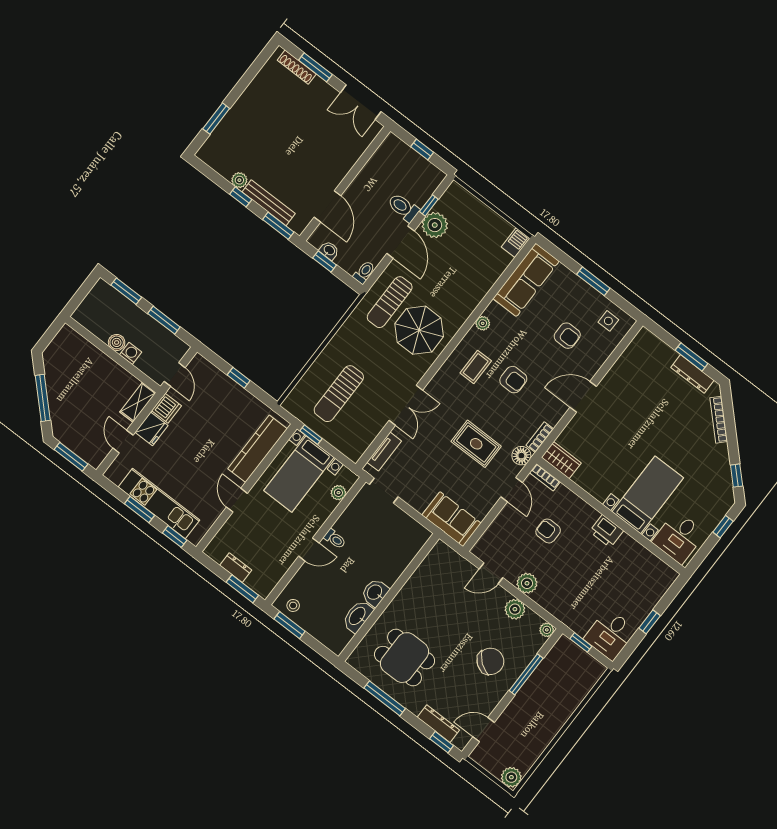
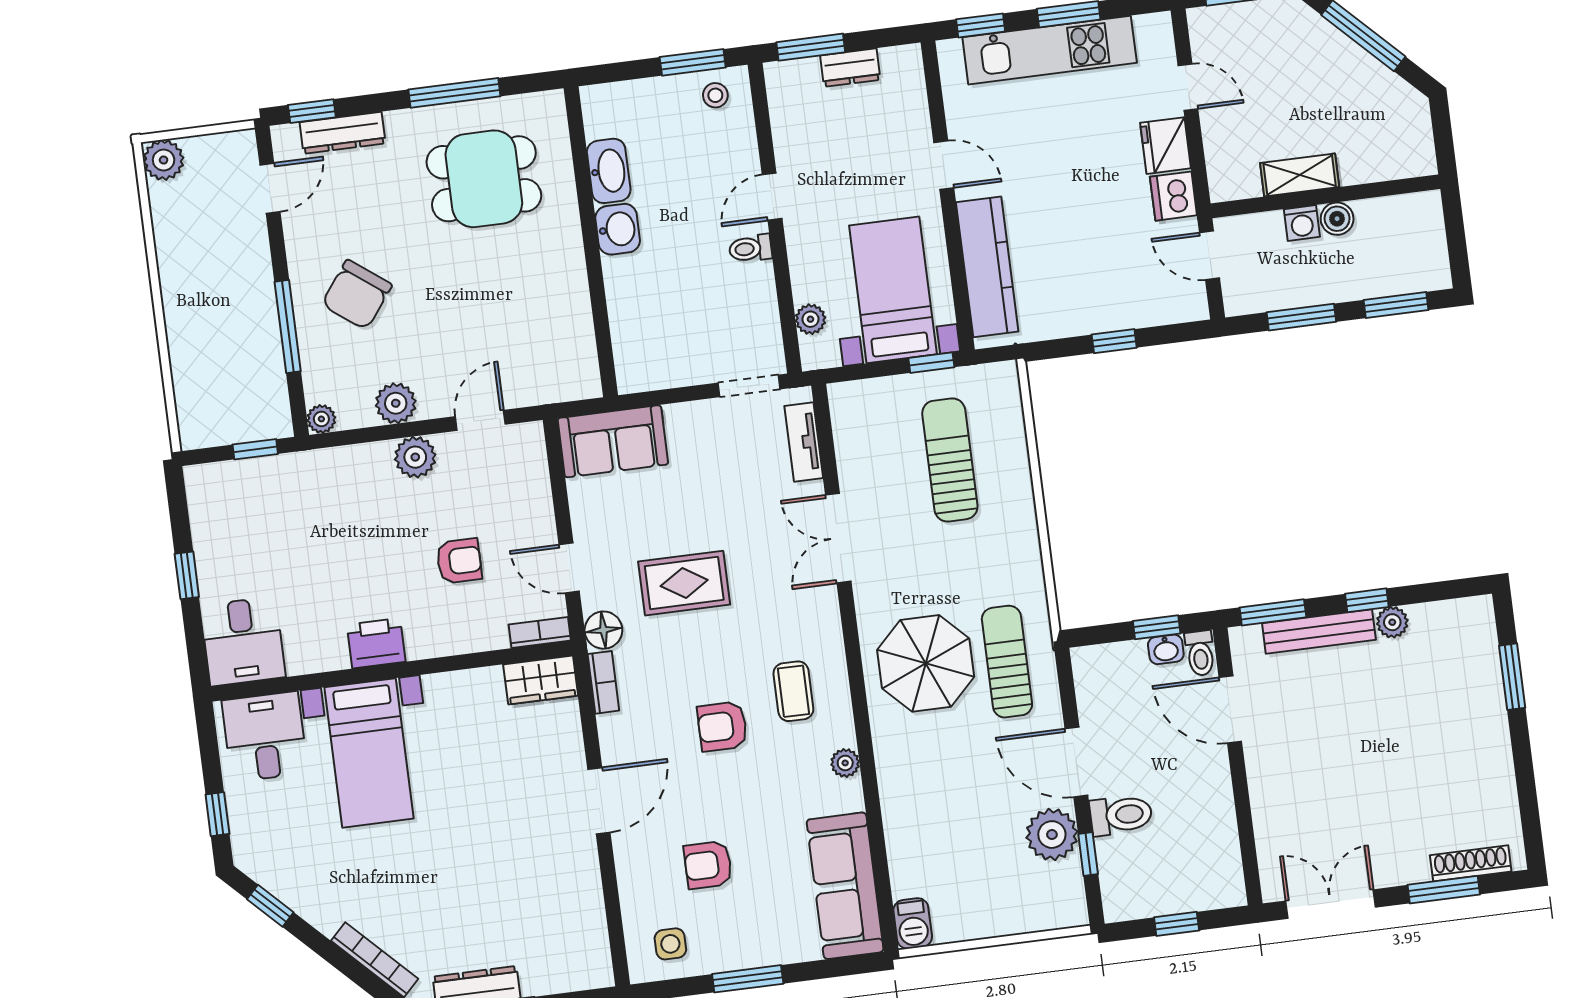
toilet: (364, 272) -> (1200, 653), moved
shelving: (138, 402) -> (1300, 175), moved, turned 90
desk: (610, 634) -> (243, 641), moved, turned 180

